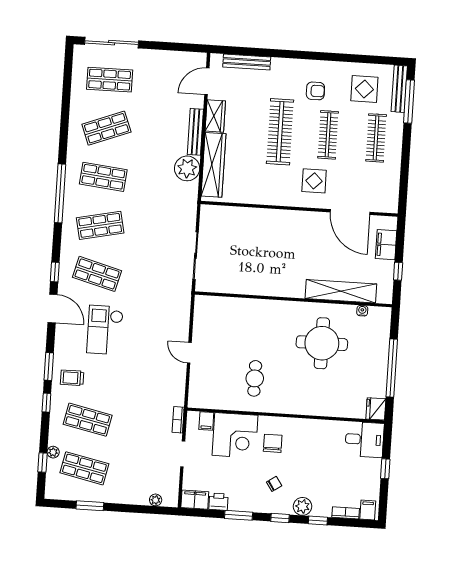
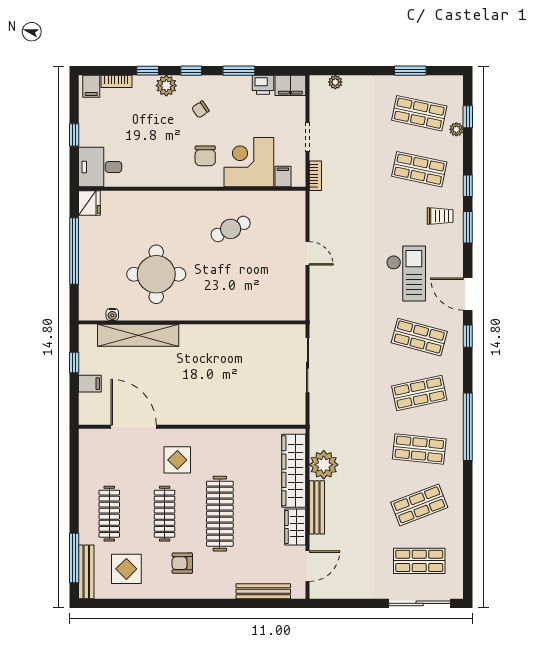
filing cabinet: (386, 245) -> (90, 384), width x0.50
cafe table: (255, 378) -> (231, 229), turned 65

